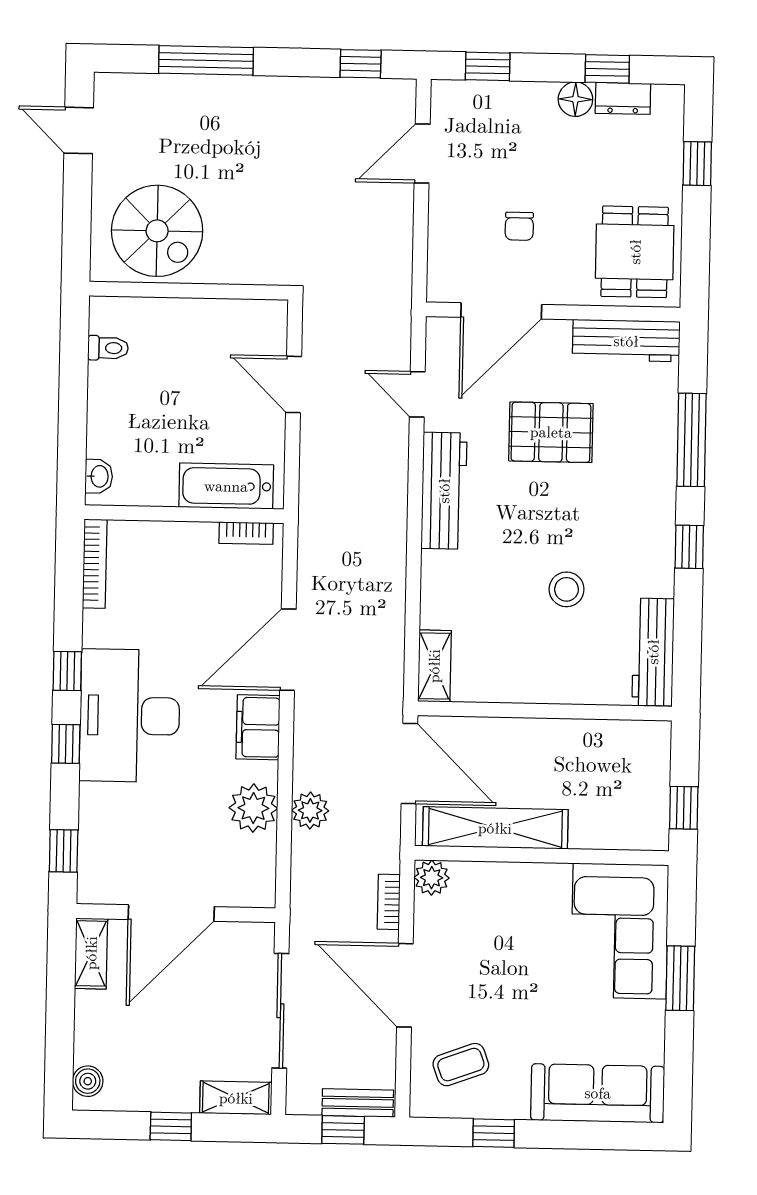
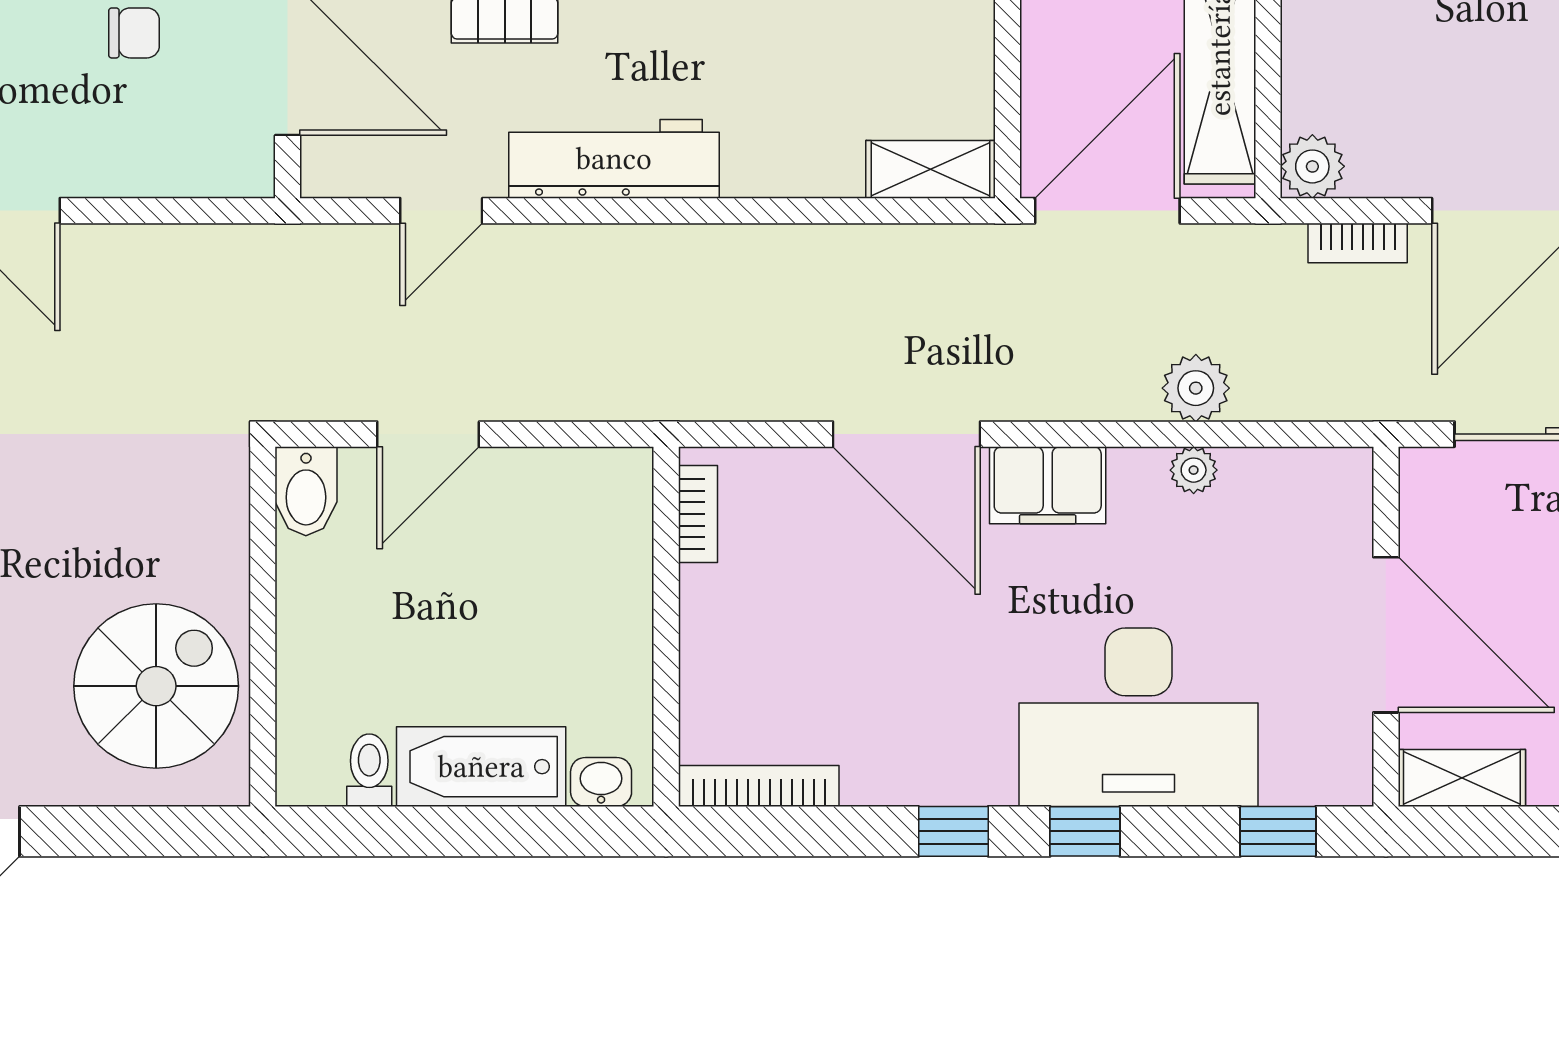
bidet: (263, 316) -> (306, 491), added
bathtub: (226, 486) -> (481, 767), moved, turned 90
desk: (130, 716) -> (1138, 717), moved
plant: (253, 808) -> (1194, 470), width x0.53, depth x0.53

